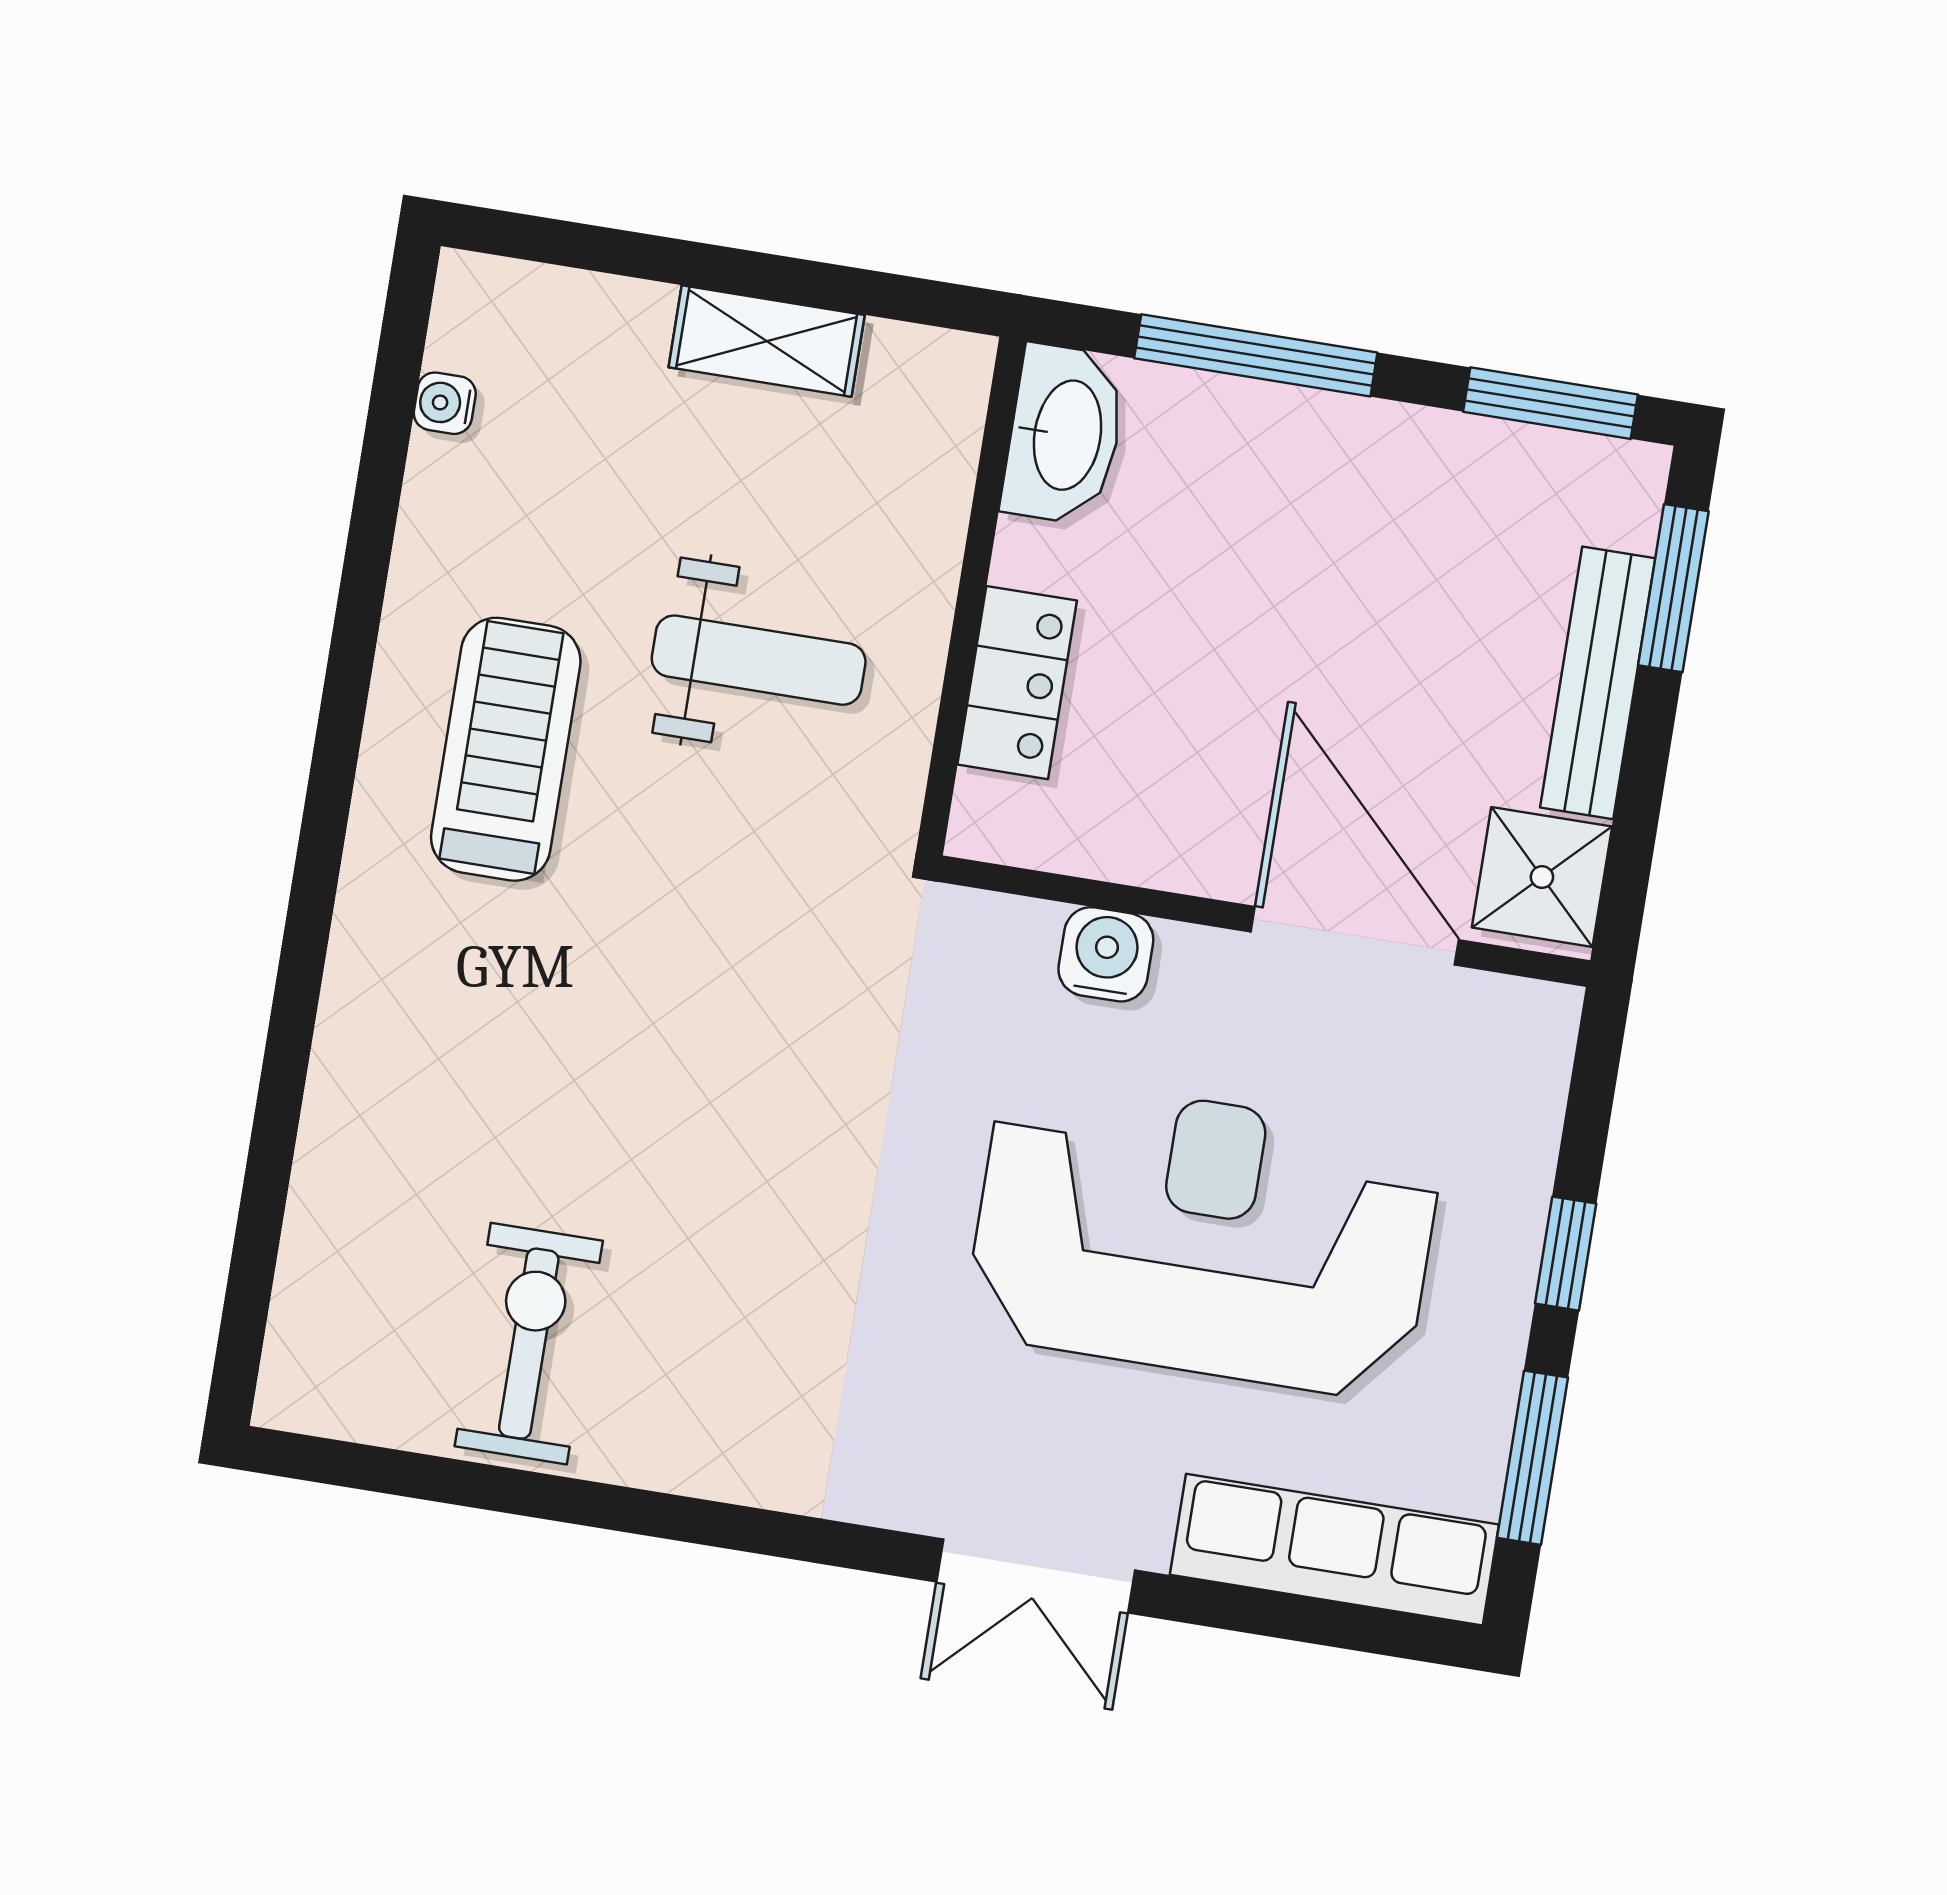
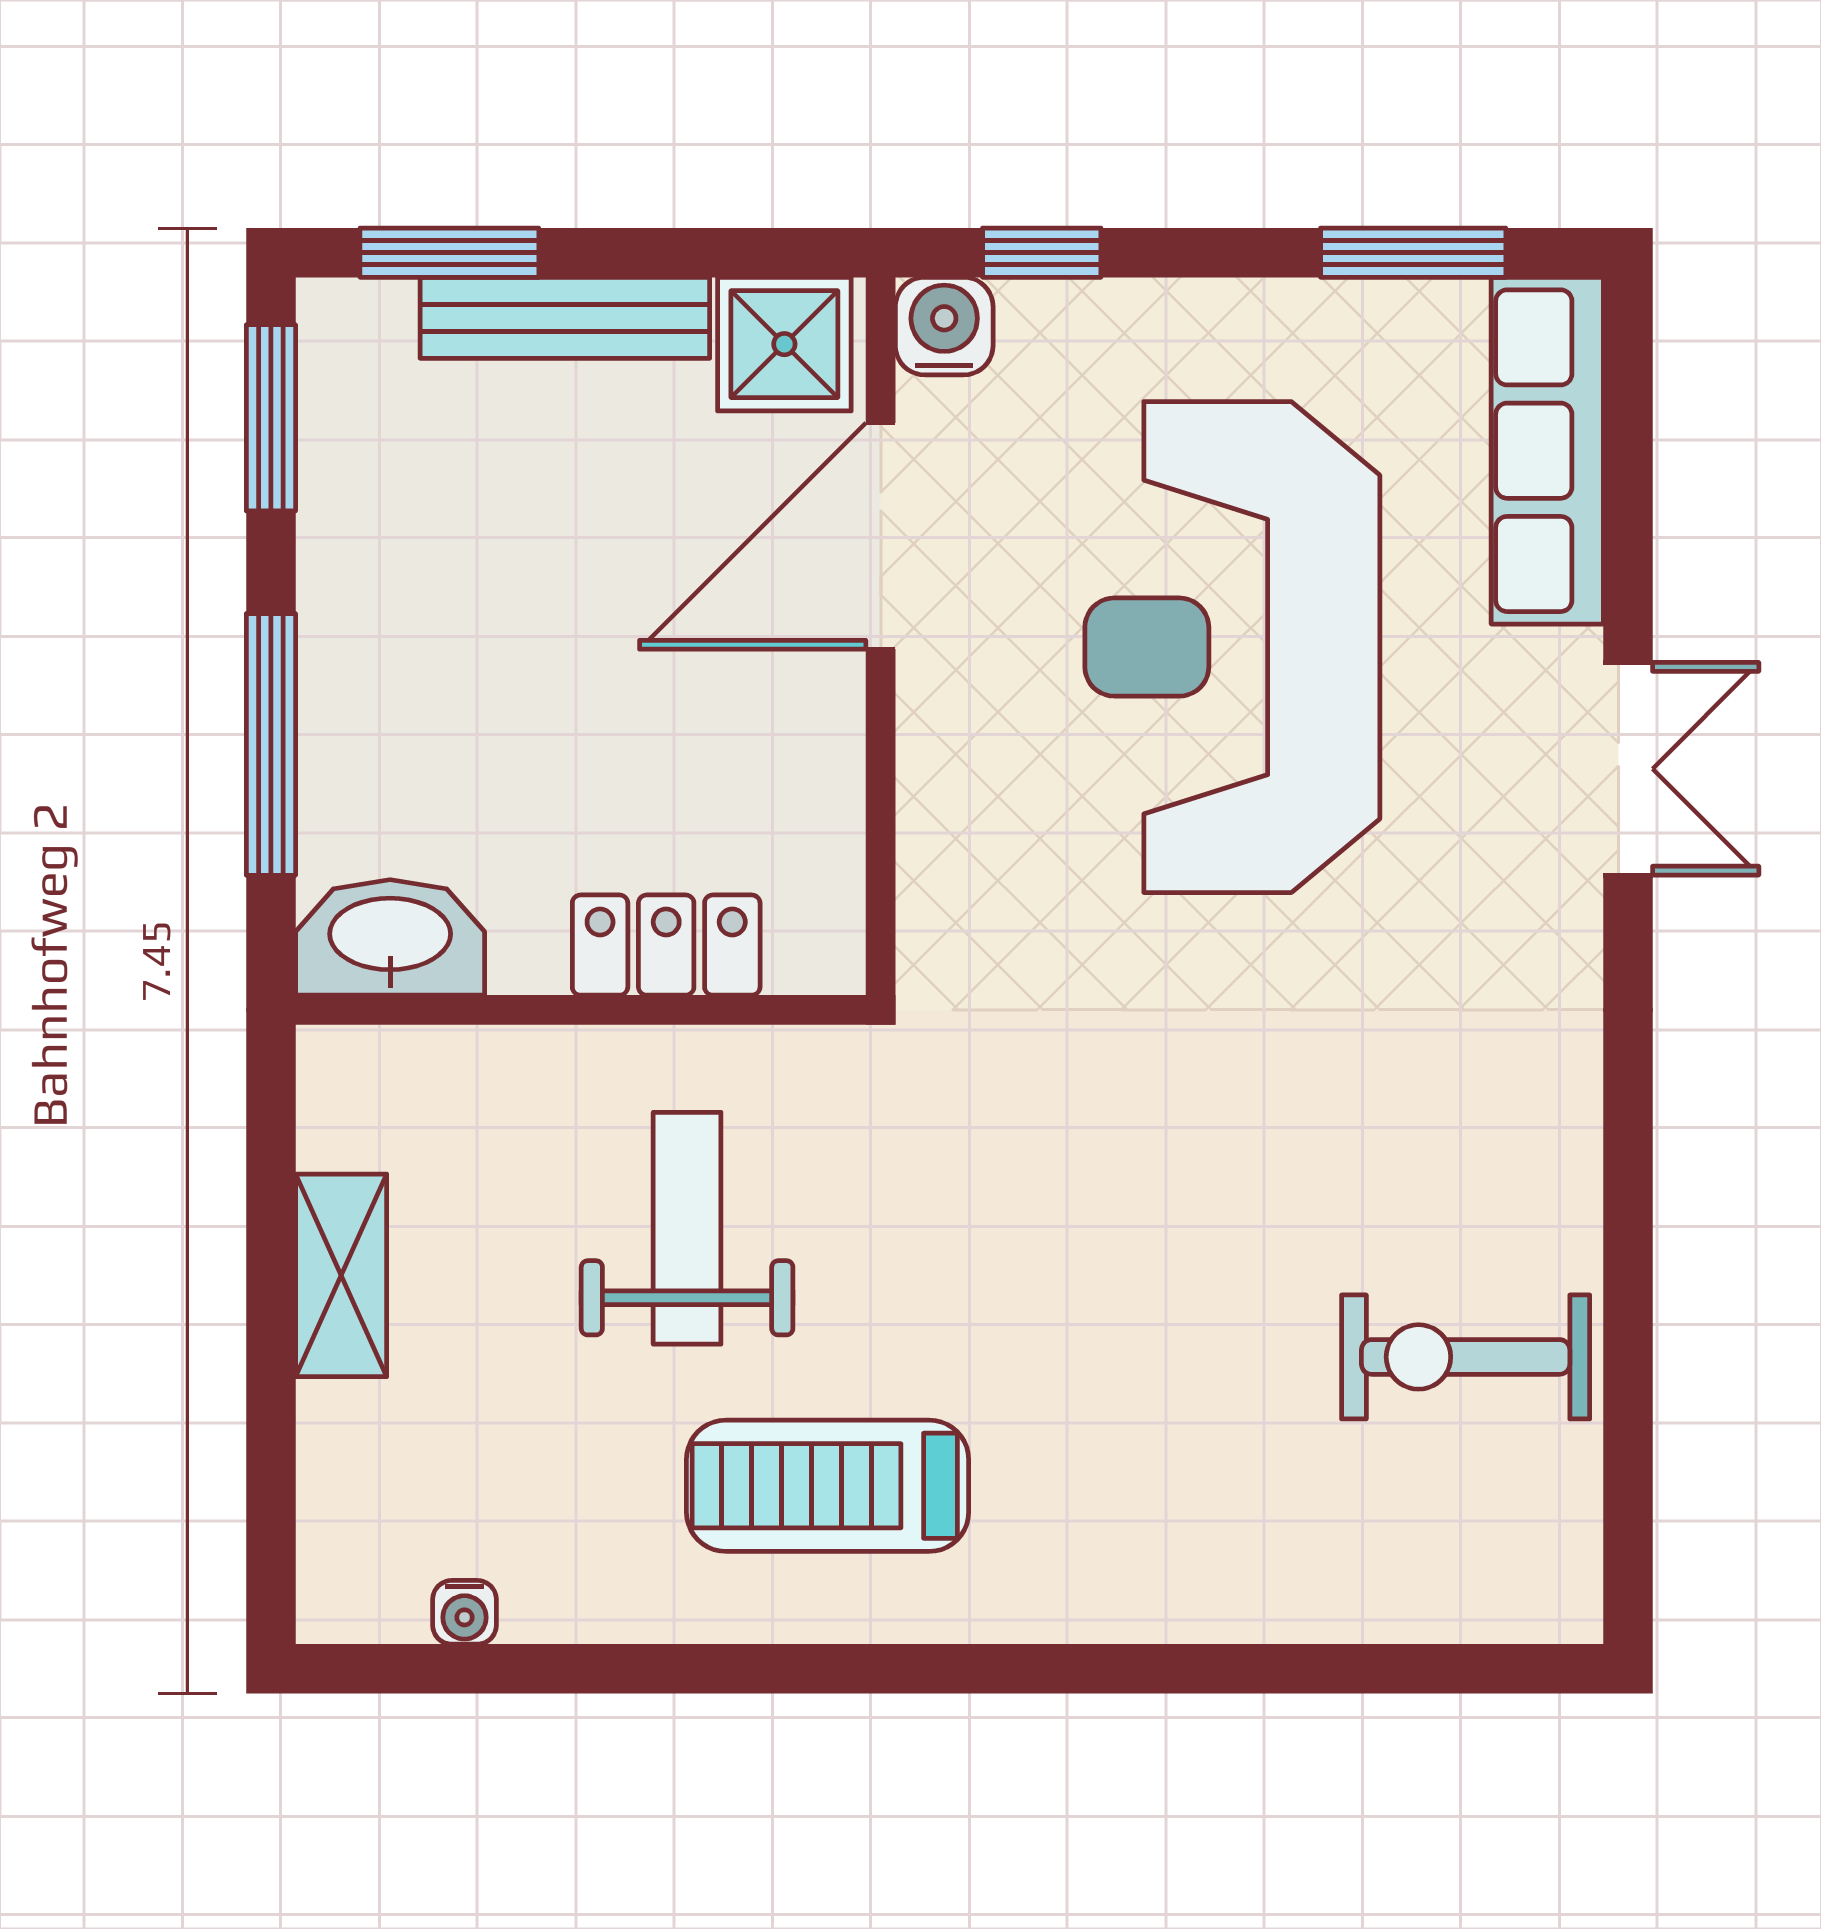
water cooler: (1106, 954) -> (944, 326), moved, turned 90
window: (1566, 1254) -> (1042, 253), moved

